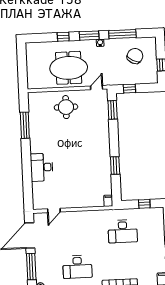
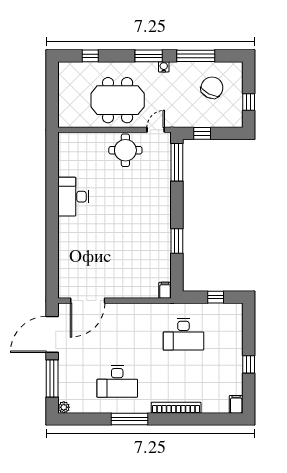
window: (63, 37) -> (90, 56), moved
round table: (66, 107) -> (125, 150), moved
window: (113, 110) -> (177, 162), width x1.44
window: (25, 125) -> (52, 178), removed
desk: (42, 167) -> (73, 197), moved
door: (54, 210) -> (88, 301), width x1.88

